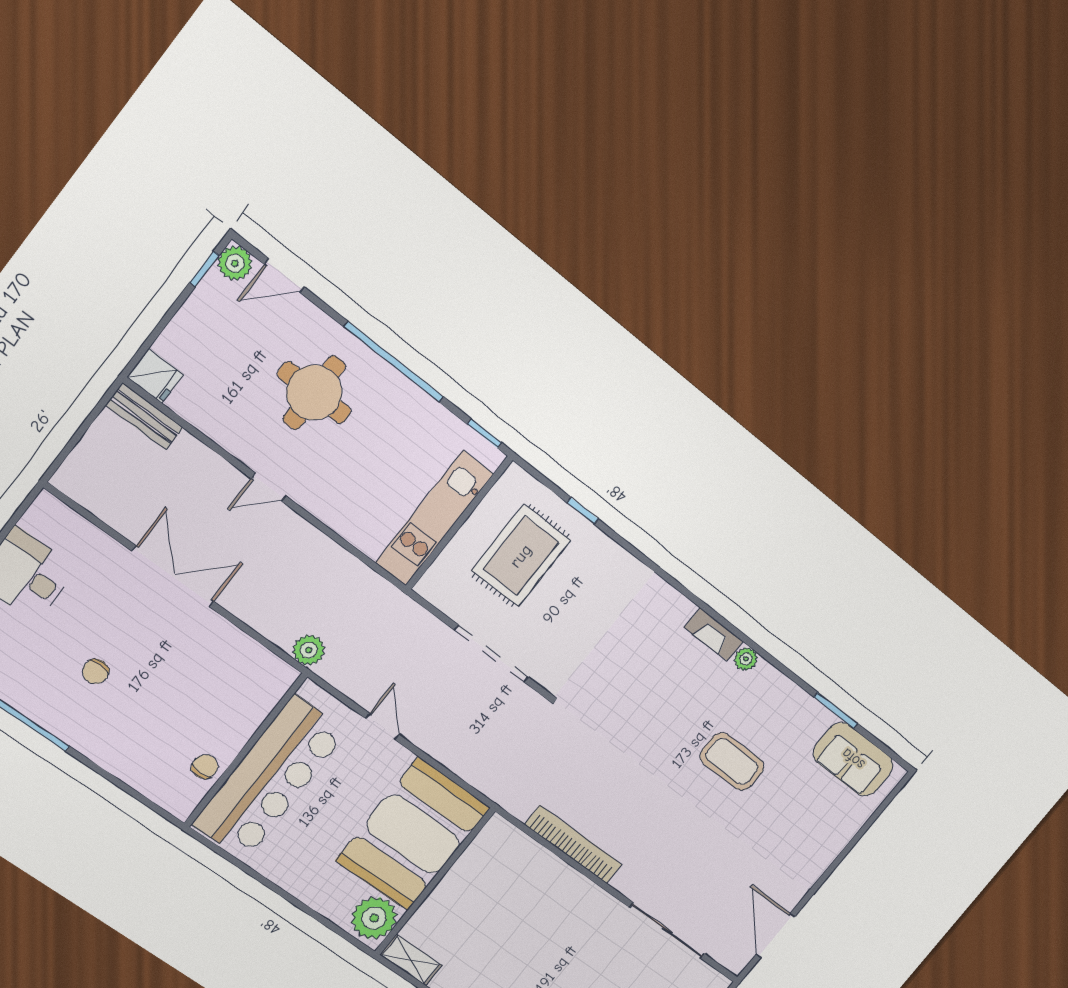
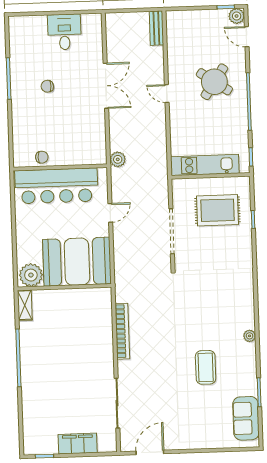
fridge: (155, 376) -> (174, 20), removed
round table: (314, 393) -> (214, 82), turned 34
fireplace: (714, 634) -> (249, 314), removed

